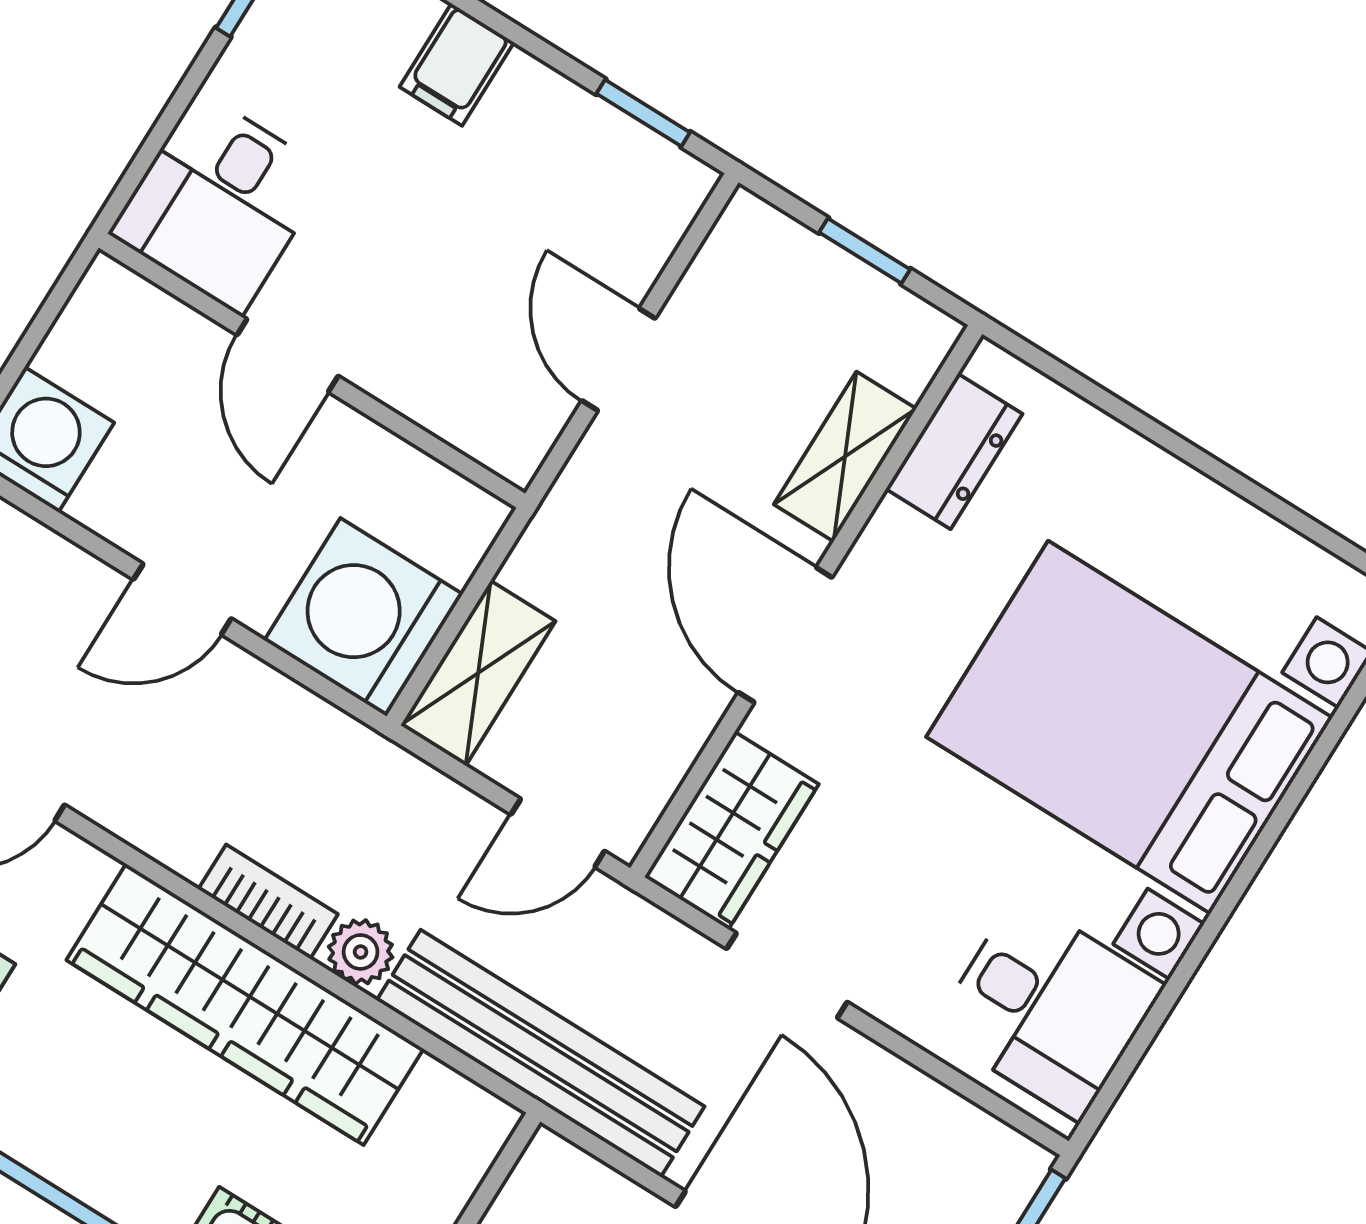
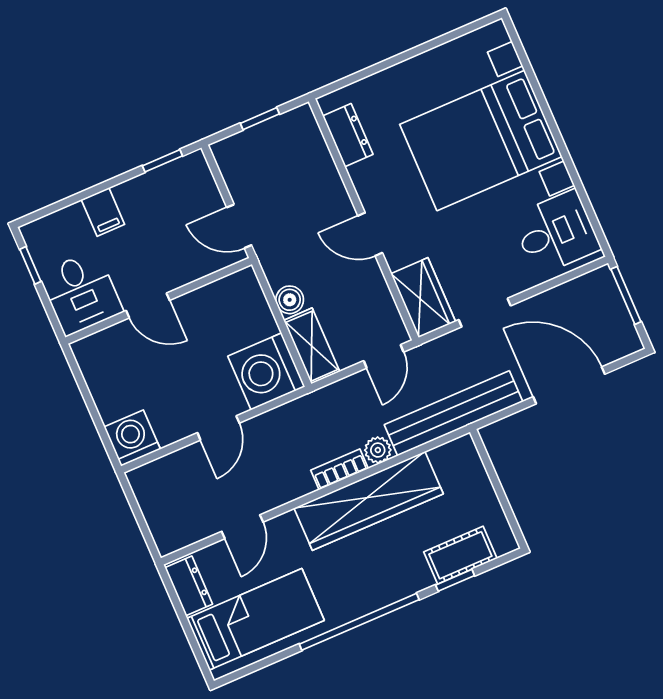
desk: (220, 203) -> (81, 293), moved
door: (288, 355) -> (148, 305), moved
wall: (312, 371) -> (159, 301), moved
shelving: (845, 457) -> (324, 173), removed
boiler: (541, 564) -> (290, 300), added
door: (785, 635) -> (370, 234), width x0.73

